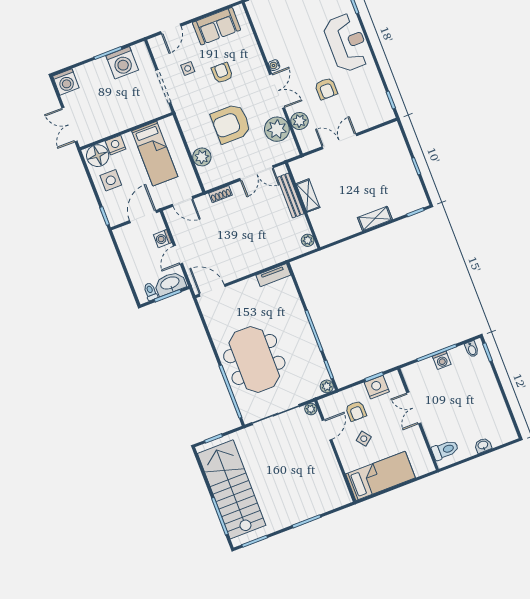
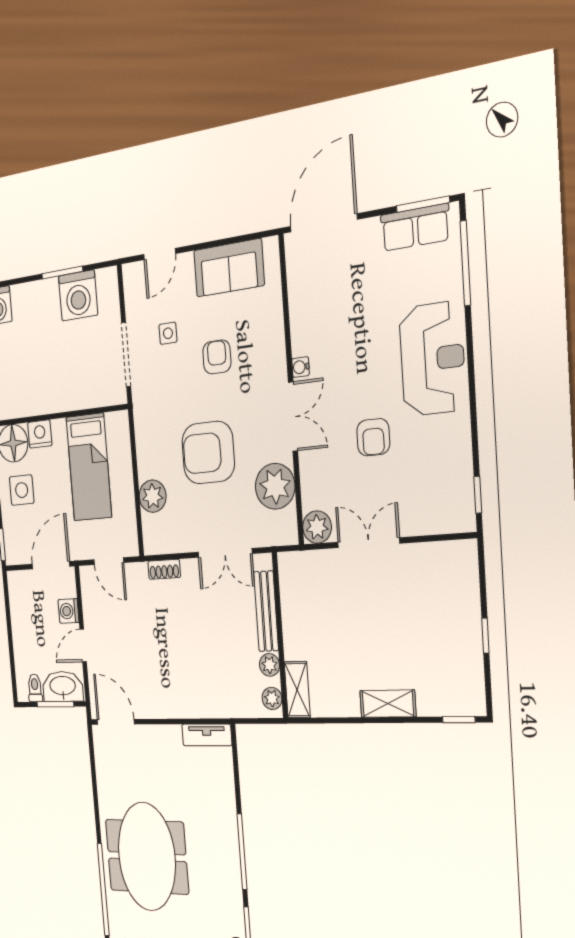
plant: (299, 121) -> (317, 527), moved
shelving: (308, 196) -> (297, 690), moved
plant: (301, 223) -> (270, 665), added

